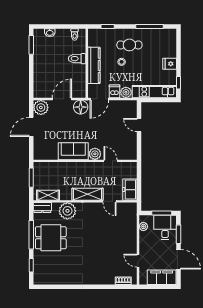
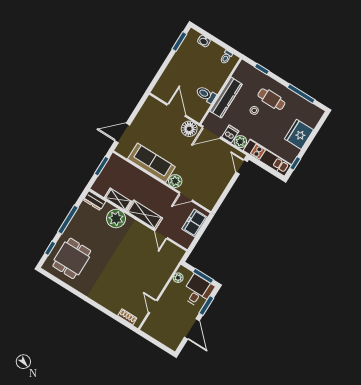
toilet: (77, 59) -> (206, 95), moved
fridge: (170, 64) -> (299, 134), width x1.88, depth x1.34
door: (62, 99) -> (176, 110), hinge flipped
plant: (41, 107) -> (152, 106), removed
door: (139, 125) -> (242, 167), moved
door: (31, 127) -> (122, 133), moved
sofa: (73, 151) -> (151, 163), width x1.36
door: (111, 161) -> (186, 197), swing flipped
freezer: (130, 190) -> (195, 223), moved
shelving: (48, 195) -> (118, 199), moved
dining table: (51, 238) -> (72, 258), moved, turned 90
filing cabinet: (162, 277) -> (166, 336), removed

